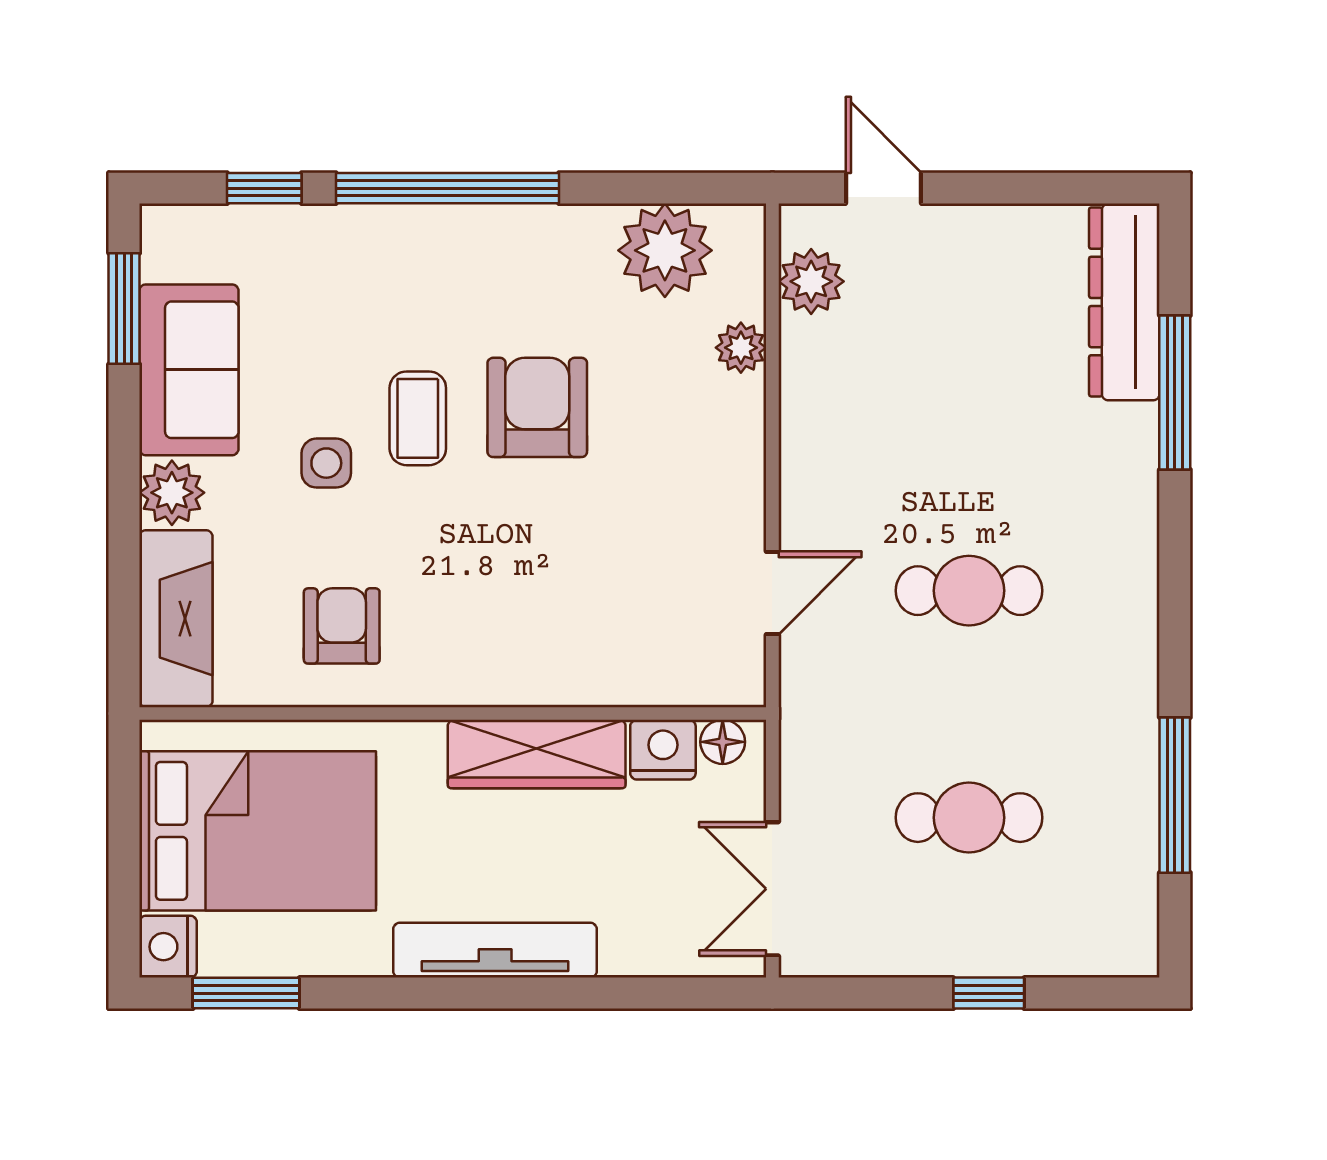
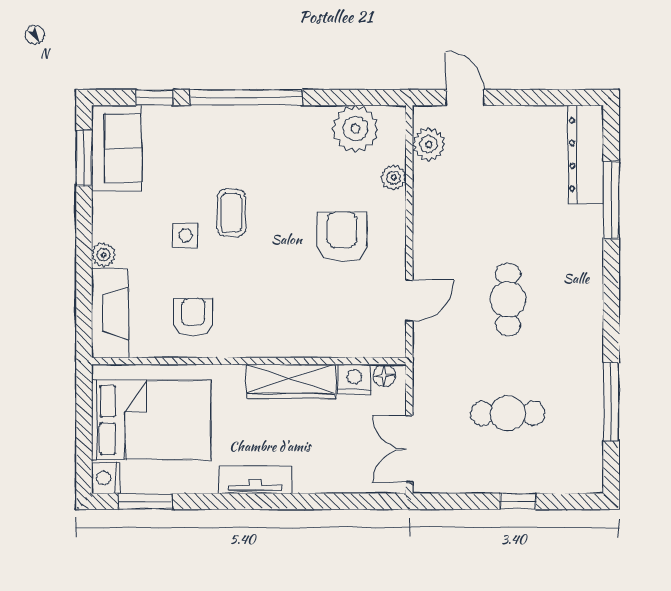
sofa: (189, 370) -> (117, 148), moved
armchair: (537, 407) -> (342, 237), moved
plant: (172, 493) -> (104, 255), width x0.73, depth x0.73
cafe table: (969, 591) -> (508, 299), turned 90
tv unit: (495, 950) -> (255, 480), width x0.71

